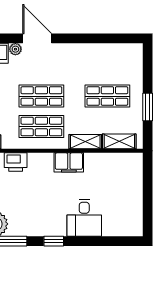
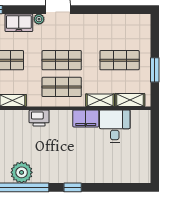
desk: (84, 218) -> (115, 126), moved, turned 180

